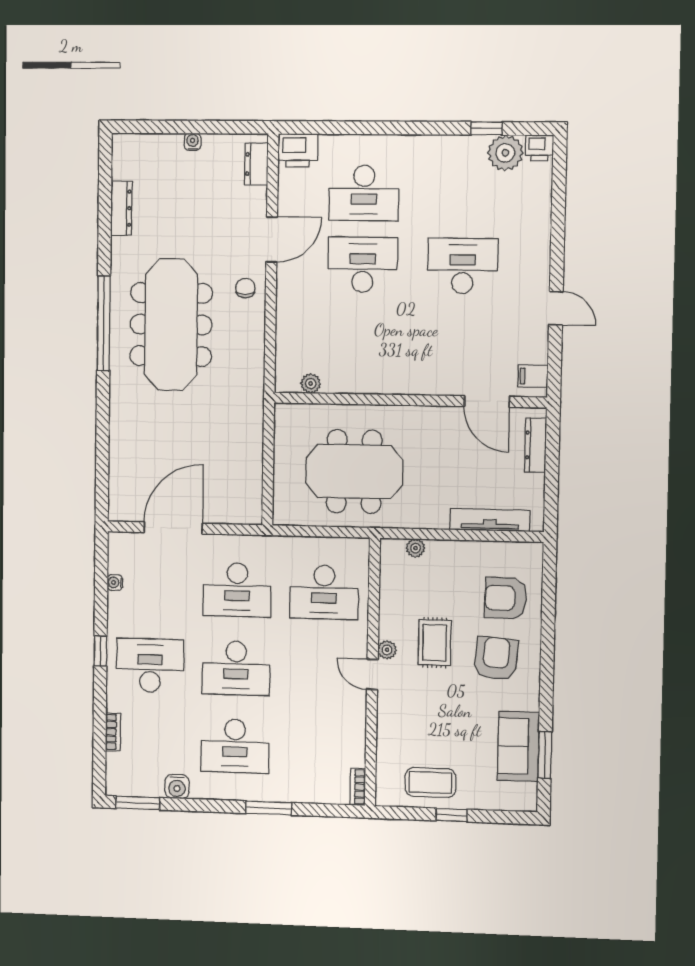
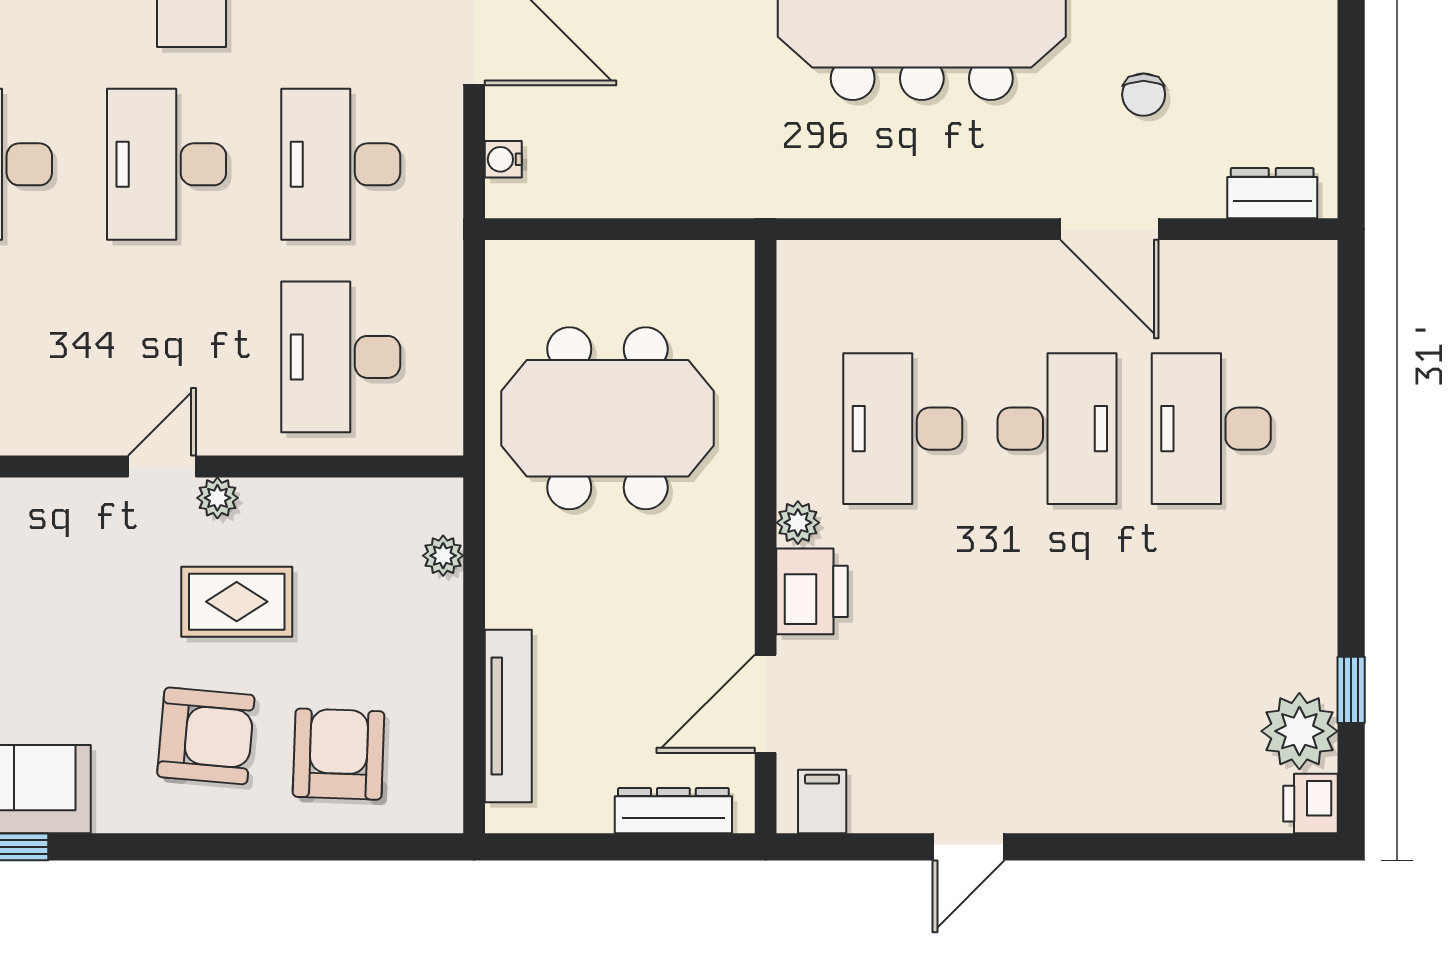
water cooler: (192, 142) -> (503, 159), moved, turned 180
printer: (298, 150) -> (812, 591), moved, turned 180
desk: (462, 266) -> (903, 429), moved, turned 180
chair: (245, 288) -> (1144, 95), moved, turned 90
plant: (311, 384) -> (798, 523), moved
meeting table: (354, 472) -> (607, 418), turned 90

